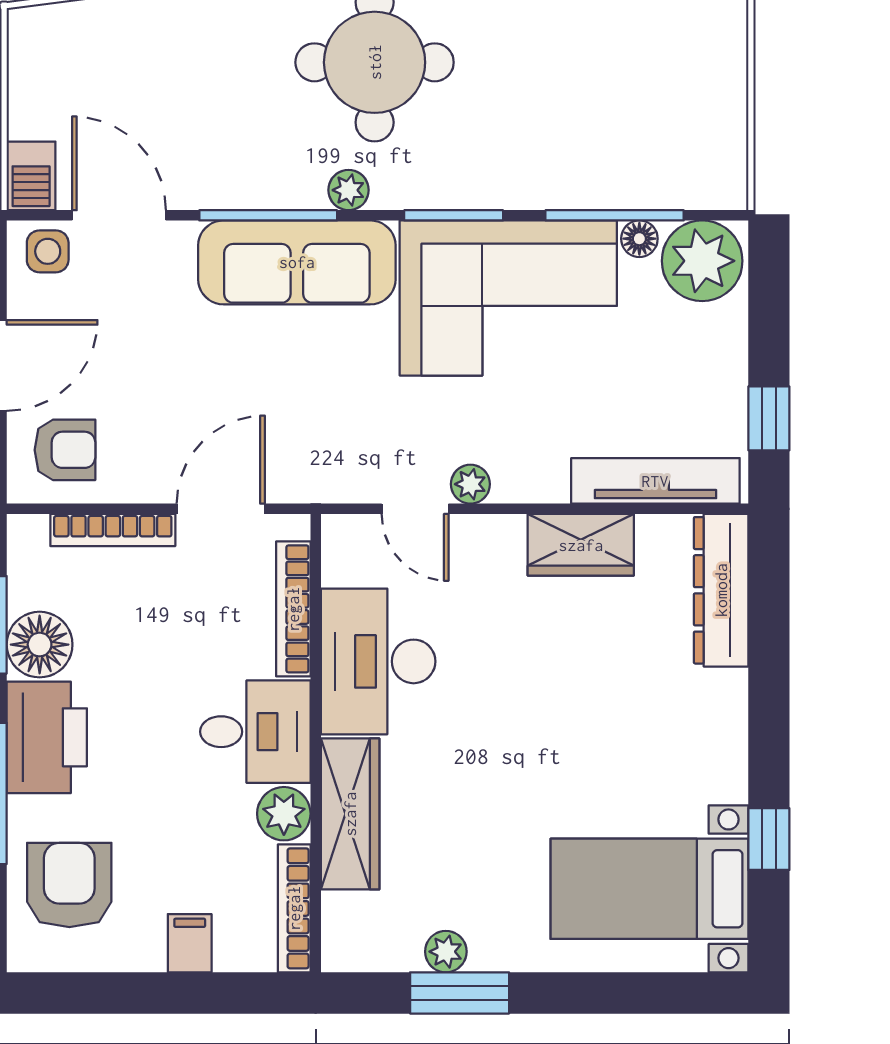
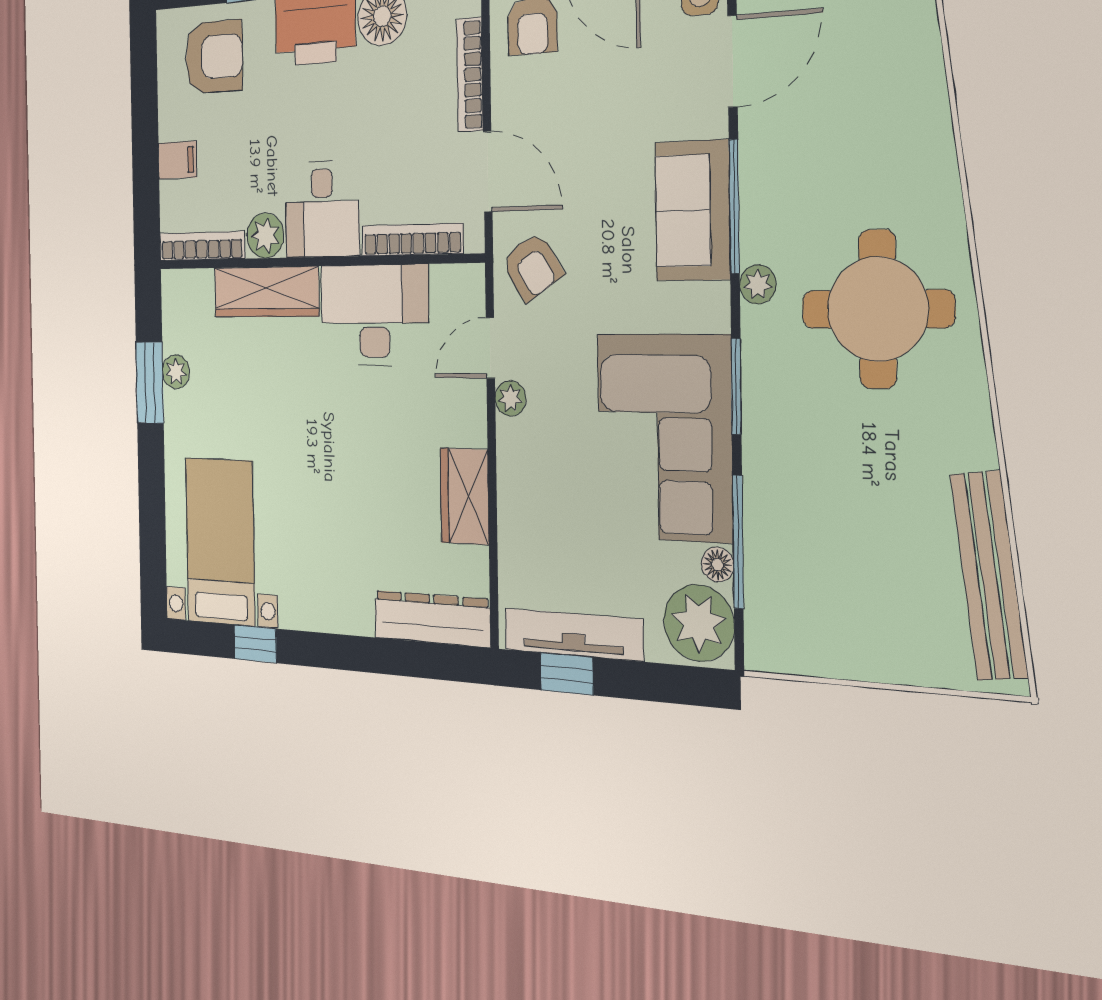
sofa: (297, 262) -> (692, 210), width x0.73
armchair: (326, 454) -> (532, 267), added
tv unit: (655, 481) -> (573, 635), moved, turned -90

